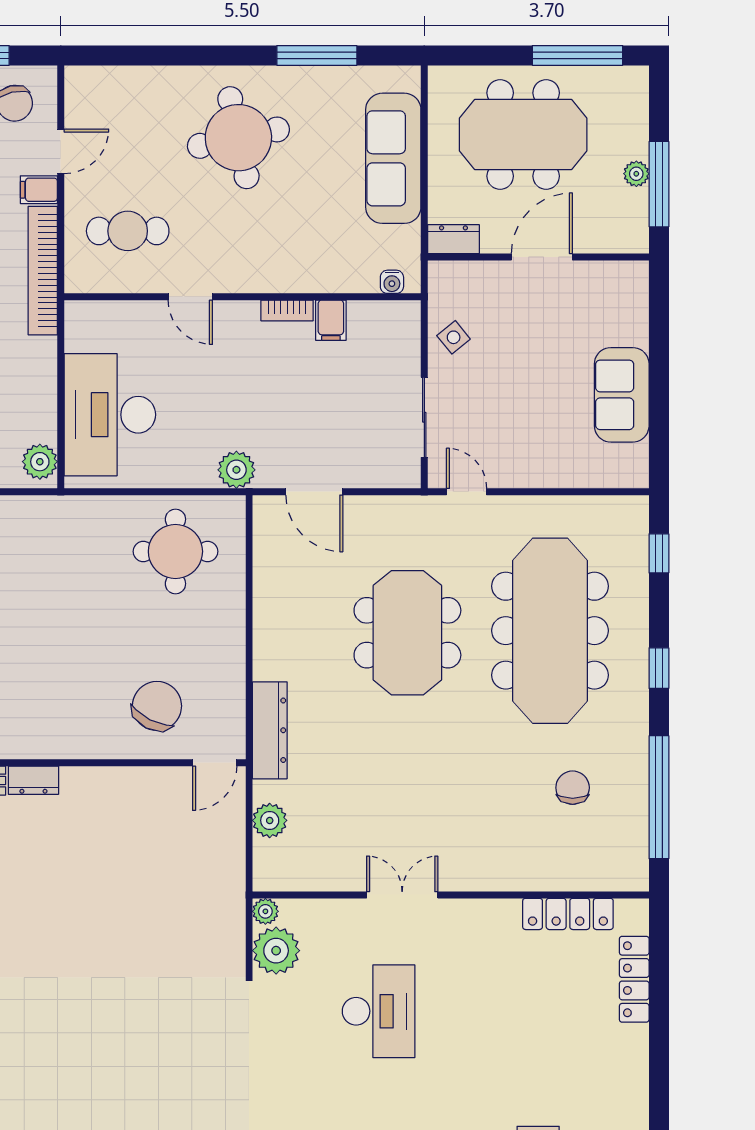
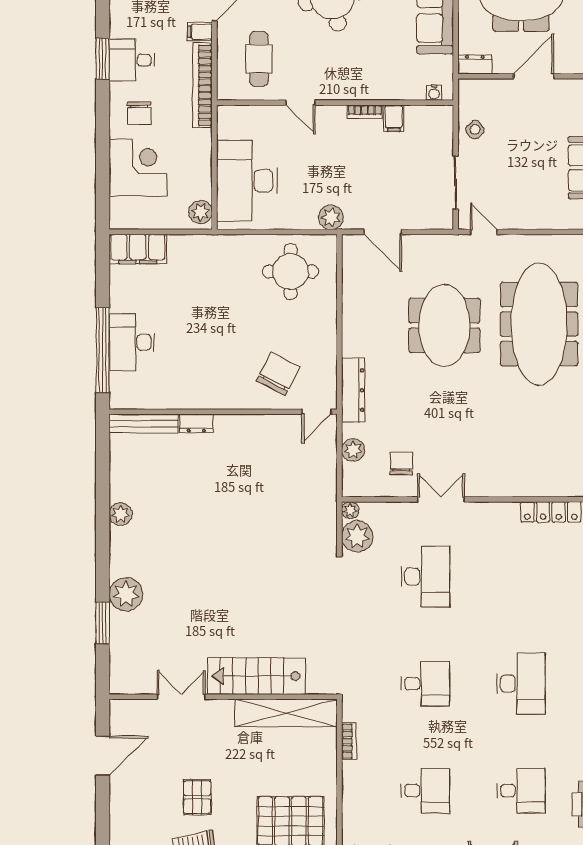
cafe table: (128, 231) -> (259, 59), turned 90
chair: (573, 788) -> (401, 463), moved

